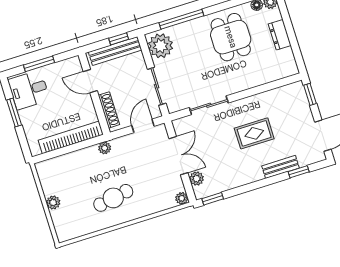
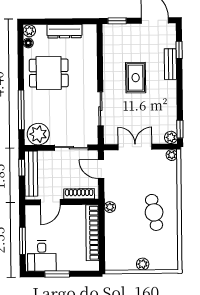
dresser: (280, 35) -> (64, 31), width x1.44
plant: (197, 179) -> (171, 137), moved

